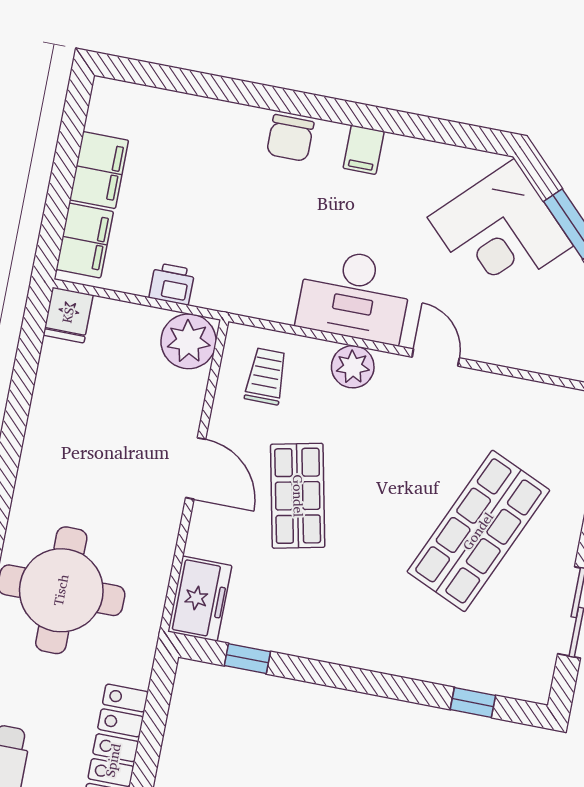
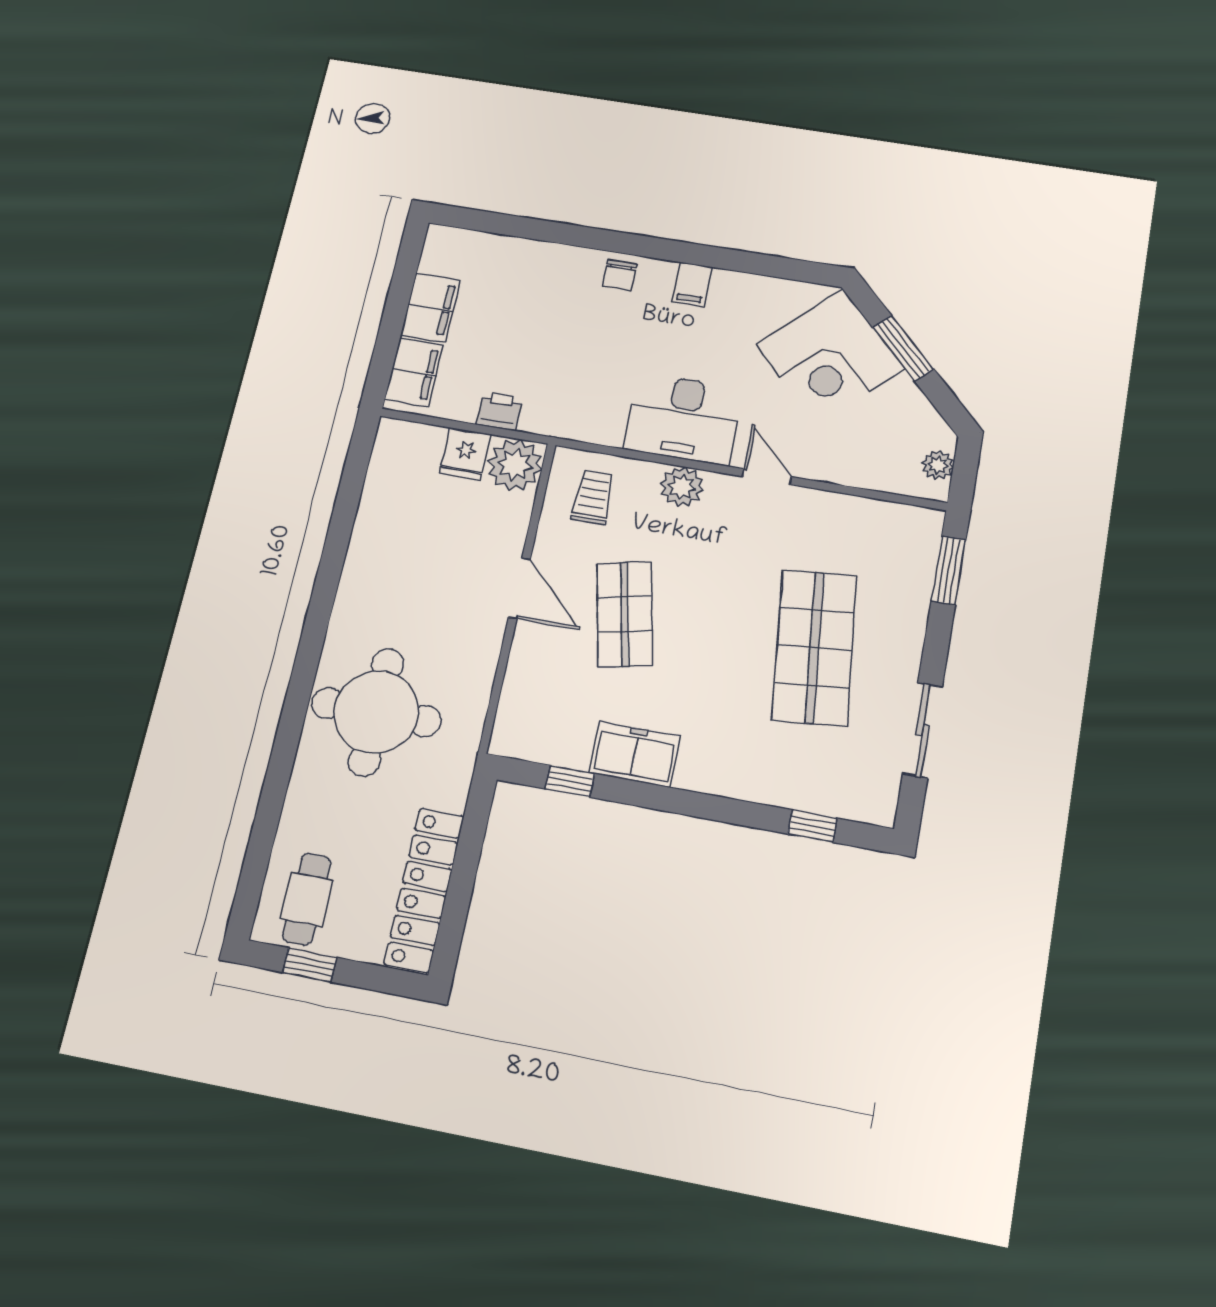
chair: (290, 138) -> (619, 275), width x0.73, depth x0.73
fridge: (68, 315) -> (465, 454), moved
shop shelf: (478, 531) -> (815, 647), turned -30
freezer: (200, 599) -> (634, 754), moved, turned -90

